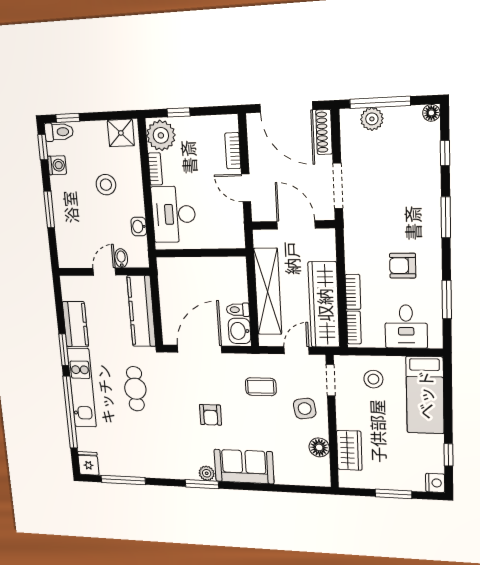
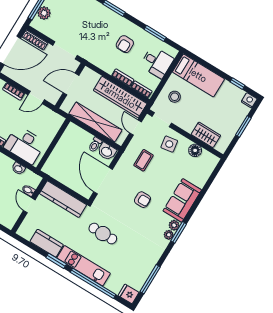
plant: (191, 473) -> (169, 235), added

